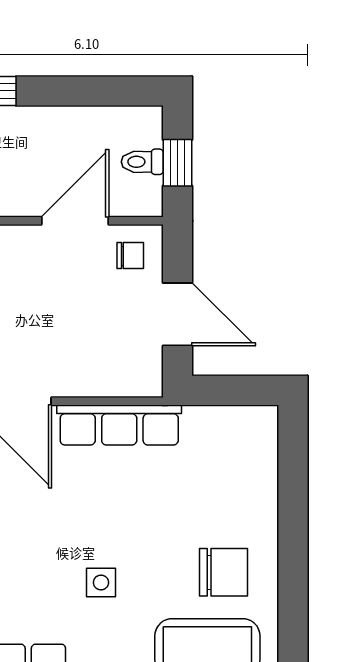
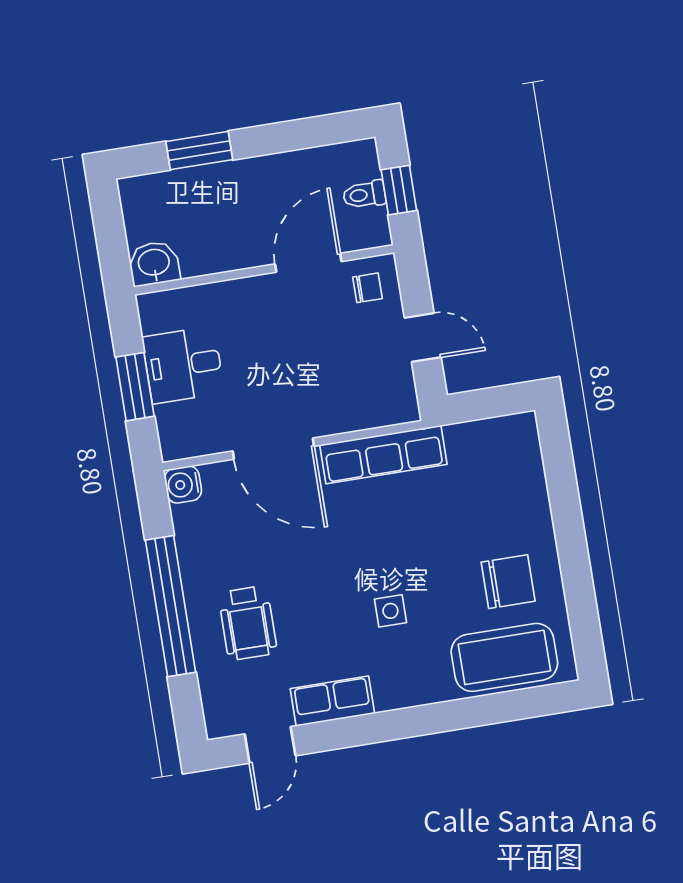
door: (178, 314) -> (423, 338), width x0.73

